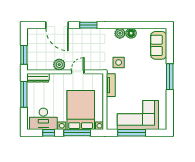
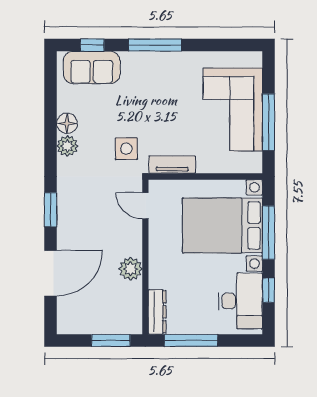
window: (170, 46) -> (92, 45), added
door: (78, 72) -> (145, 206), moved

